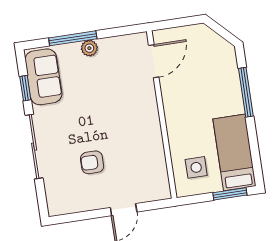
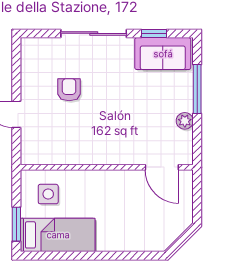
plant: (89, 48) -> (185, 121), moved
window: (246, 92) -> (117, 256), removed

